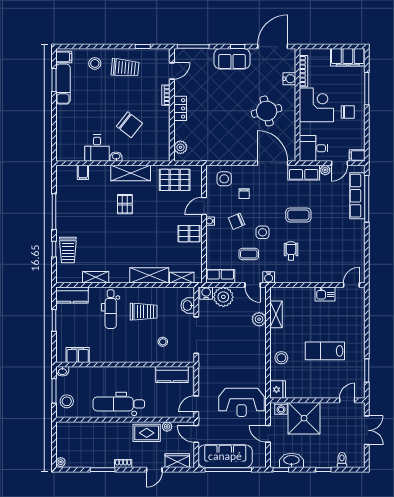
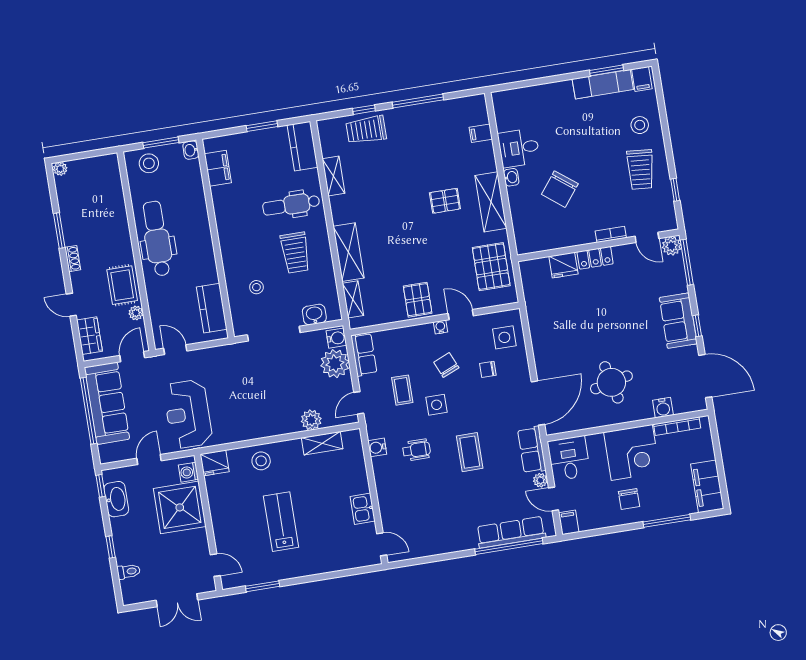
fridge: (182, 131) -> (563, 265), added
plant: (180, 147) -> (672, 246), moved
water cooler: (269, 277) -> (377, 447), moved

